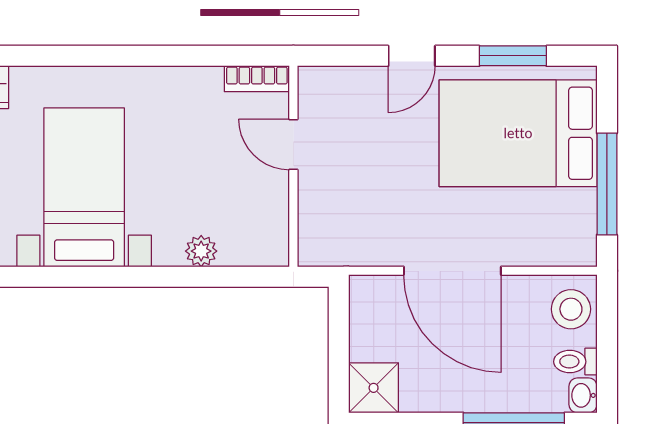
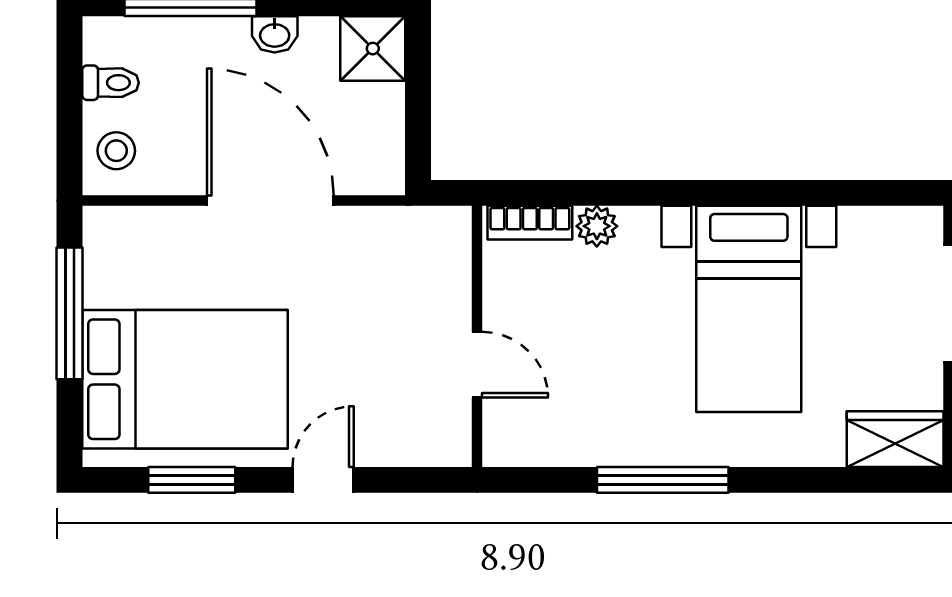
window: (150, 56) -> (663, 480), added
bookcase: (257, 79) -> (530, 223), moved, turned 180
stool: (571, 309) -> (116, 151), width x0.73, depth x0.73
washbasin: (583, 395) -> (275, 34), moved, turned 90

